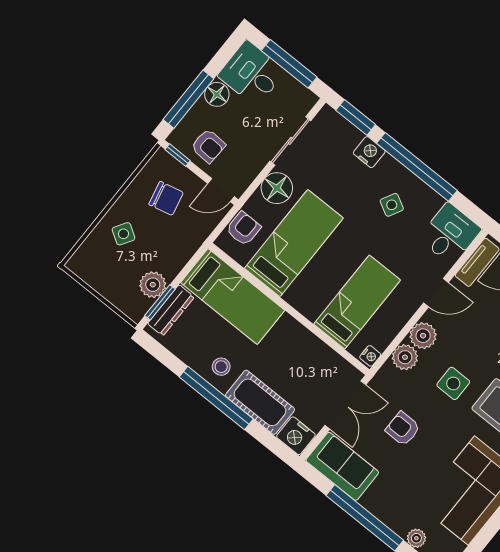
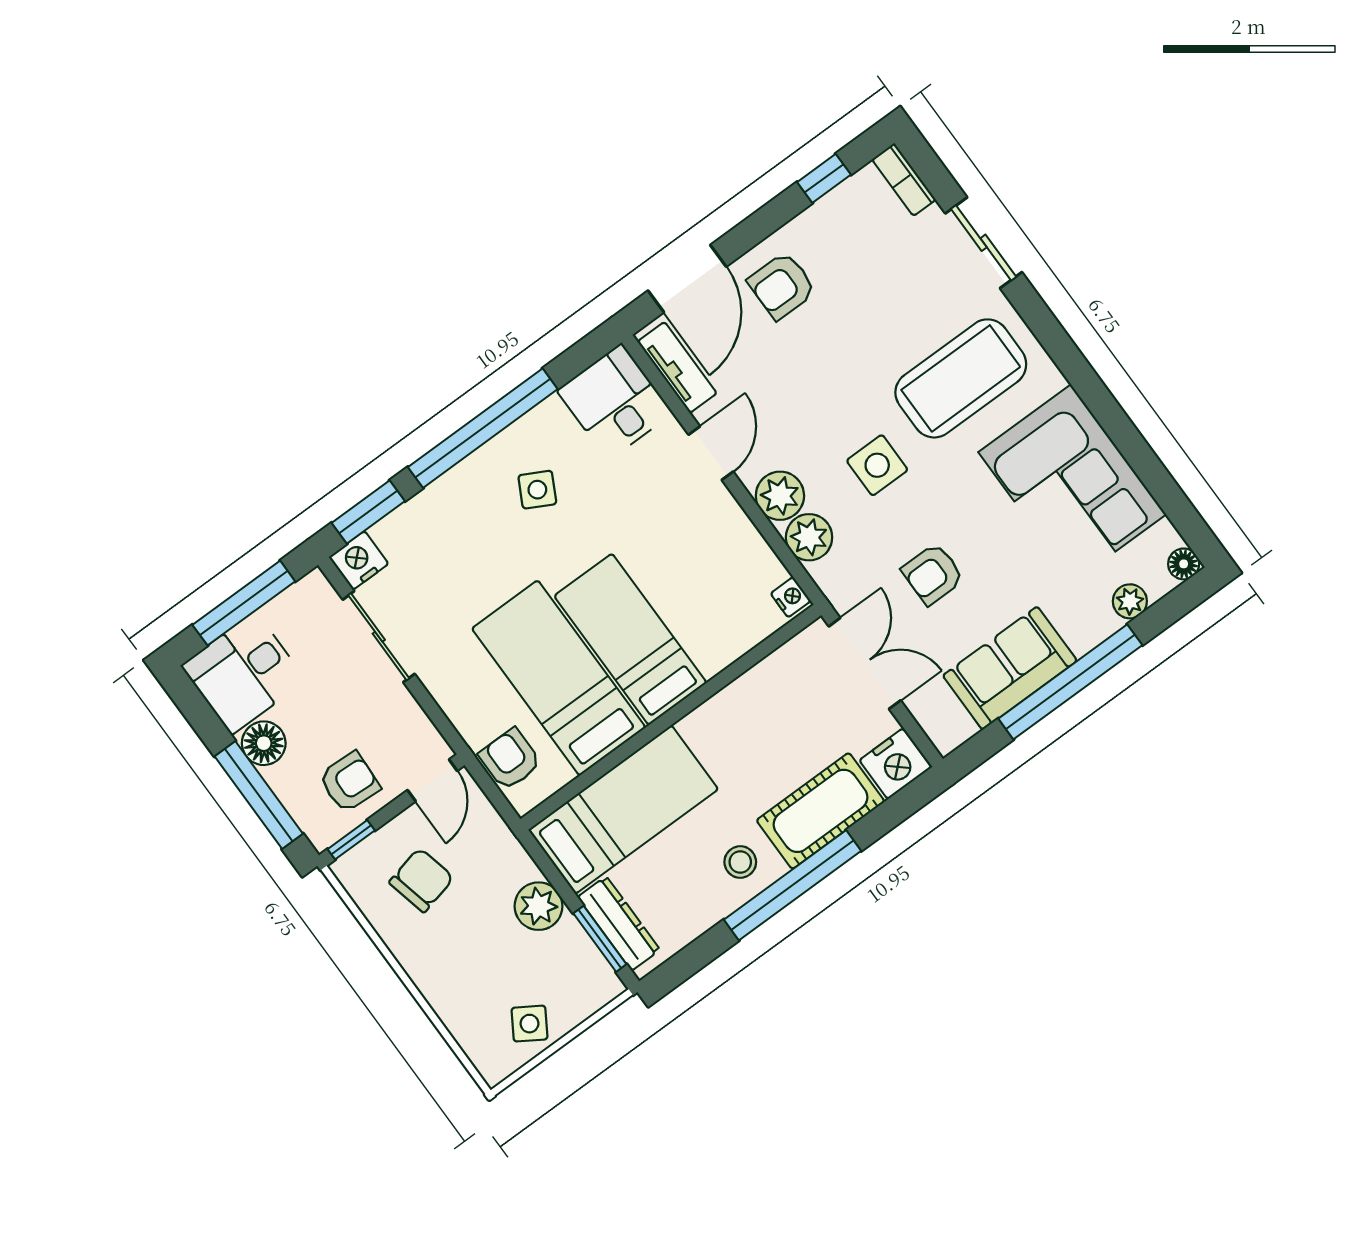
nightstand: (369, 152) -> (359, 560), moved
floor lamp: (277, 188) -> (455, 682), removed
side table: (124, 234) -> (529, 1024), moved
plant: (153, 285) -> (538, 906), moved
bed: (357, 302) -> (630, 639), moved
sofa: (342, 466) -> (1010, 668), moved

